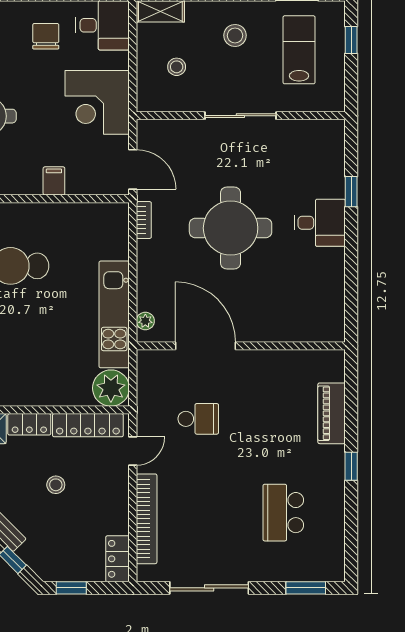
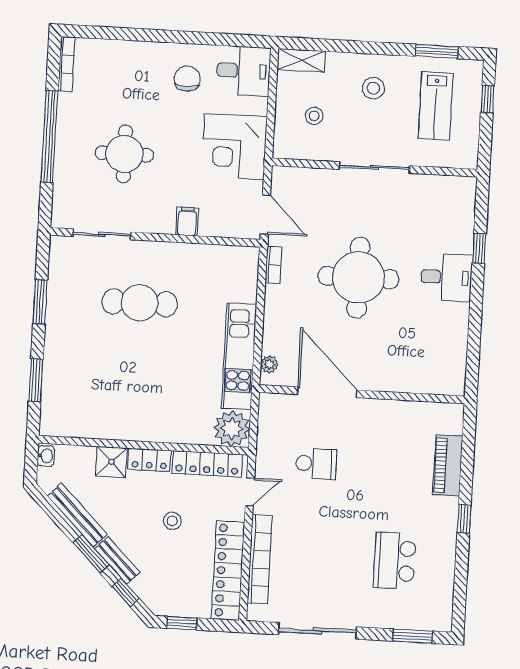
lab bench: (299, 50) -> (436, 106), turned 180
locker: (118, 559) -> (228, 571), width x2.16, depth x1.21

